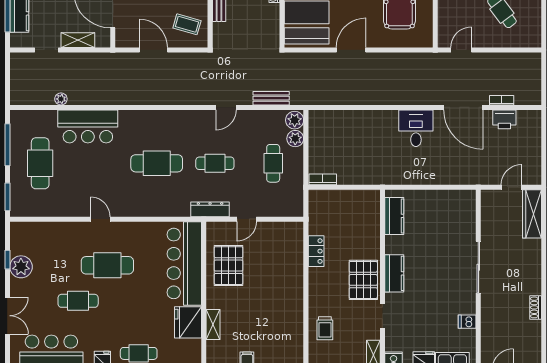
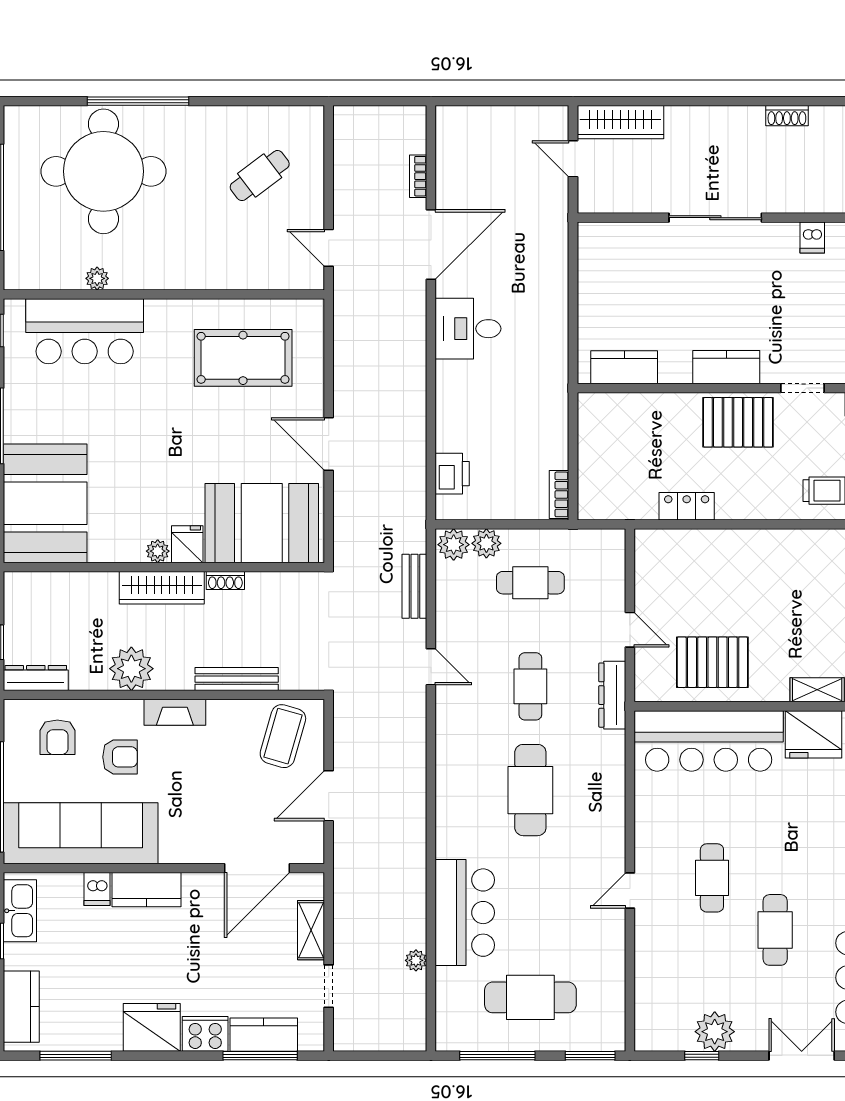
coffee table: (187, 24) -> (283, 736), width x1.36, depth x1.30
printer: (504, 119) -> (452, 474), moved
cafe table: (107, 265) -> (712, 878), width x0.73, depth x0.74

